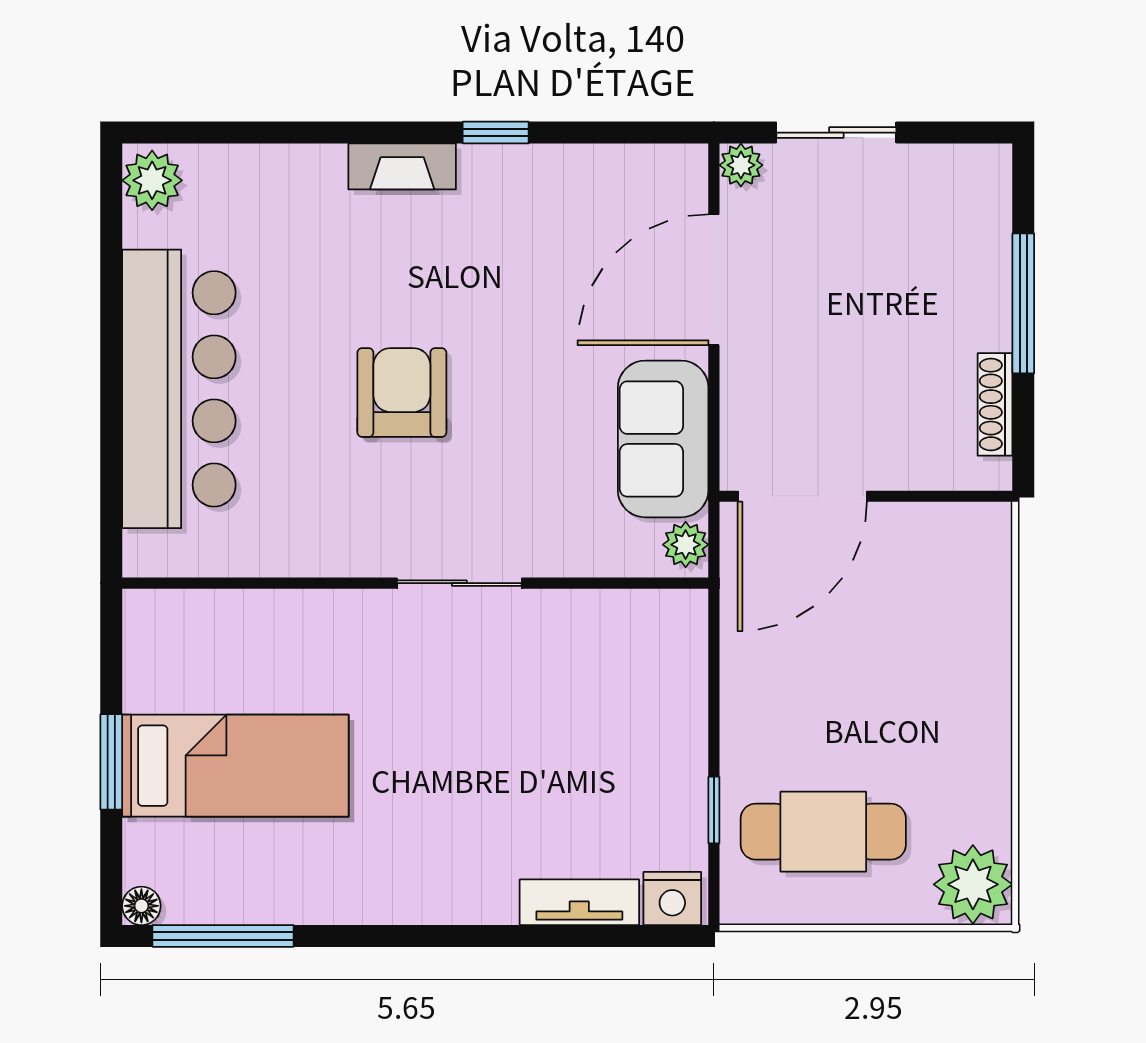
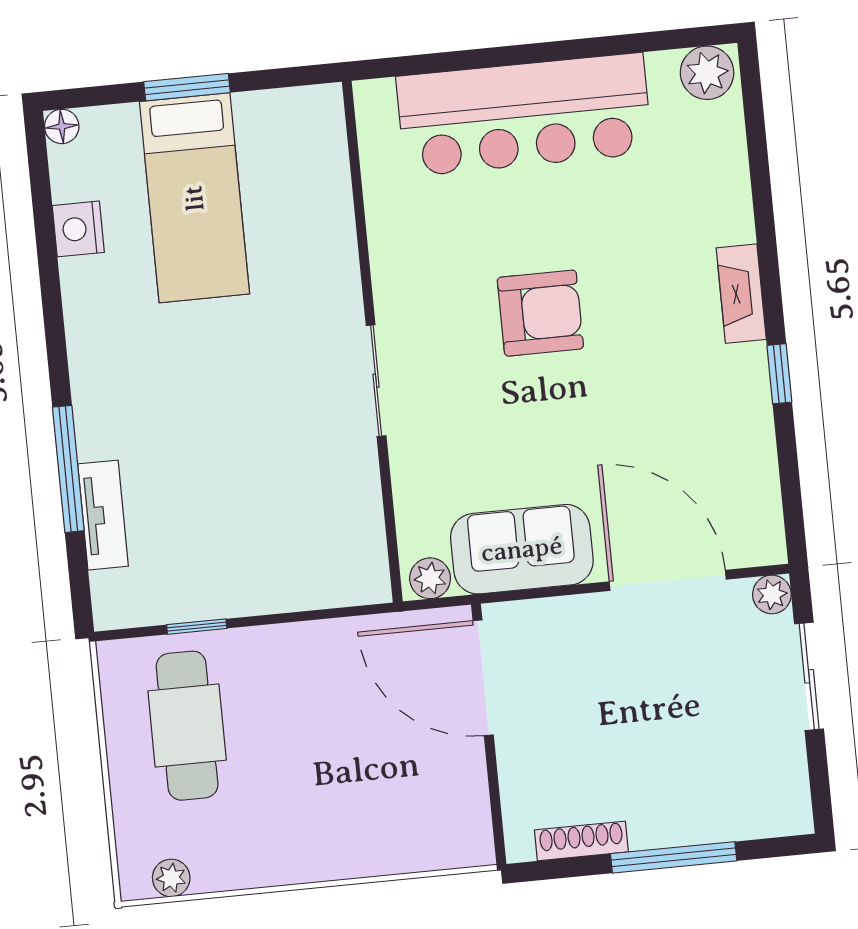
plant: (973, 884) -> (171, 878), width x0.53, depth x0.53
nightstand: (672, 899) -> (78, 229), moved
window: (223, 936) -> (68, 469), moved

